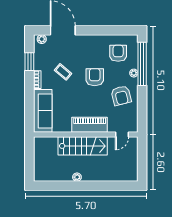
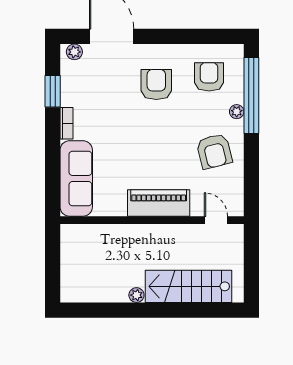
coffee table: (63, 72) -> (112, 110), removed
armchair: (95, 77) -> (156, 85), moved
door: (122, 135) -> (216, 220), swing flipped
stairs: (83, 146) -> (189, 286), moved, turned 180

